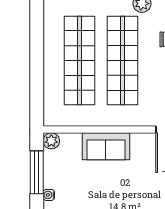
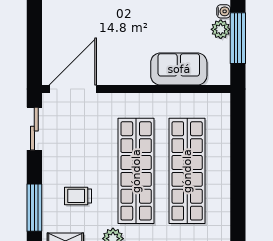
plant: (51, 141) -> (221, 29), moved
sofa: (106, 146) -> (179, 69), moved

